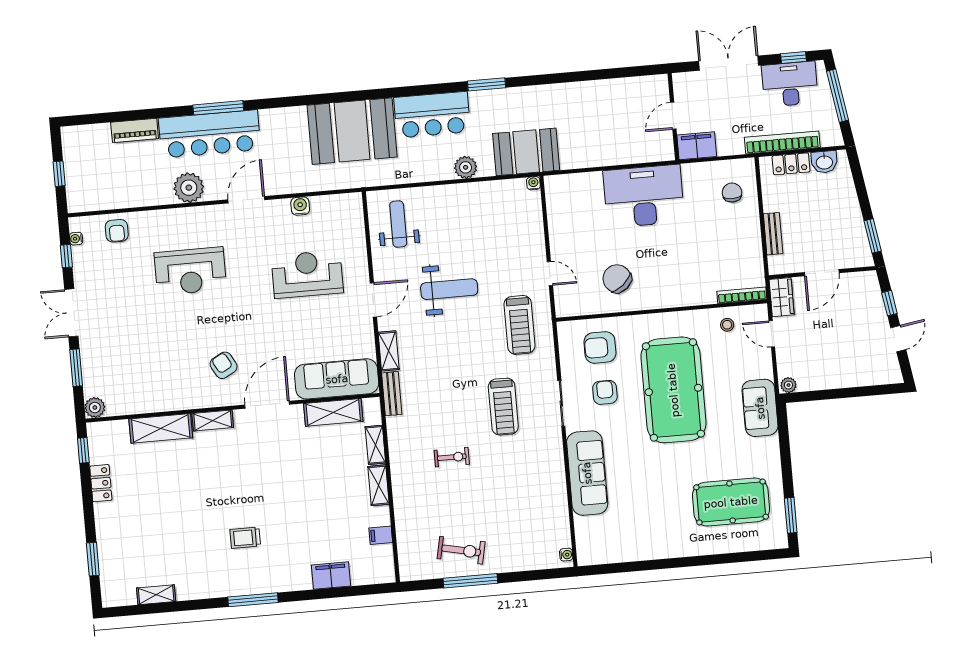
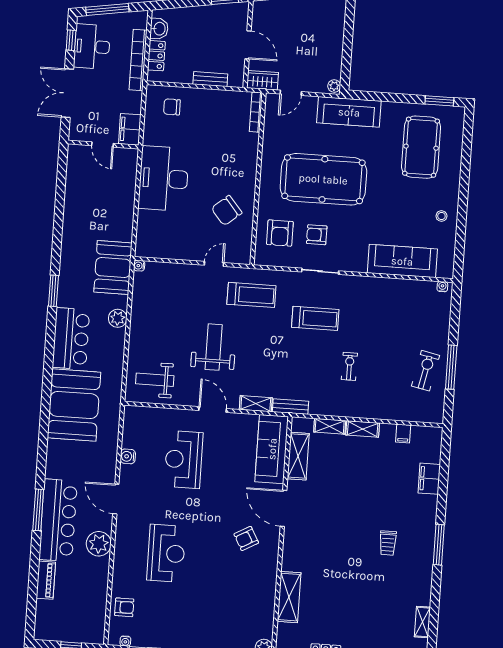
stool: (727, 325) -> (441, 216), moved
sofa: (760, 408) -> (349, 112), width x1.36
shelving: (213, 421) -> (289, 554), removed
sofa: (587, 473) -> (402, 261), moved

